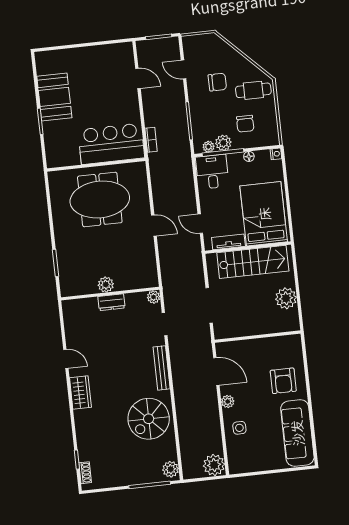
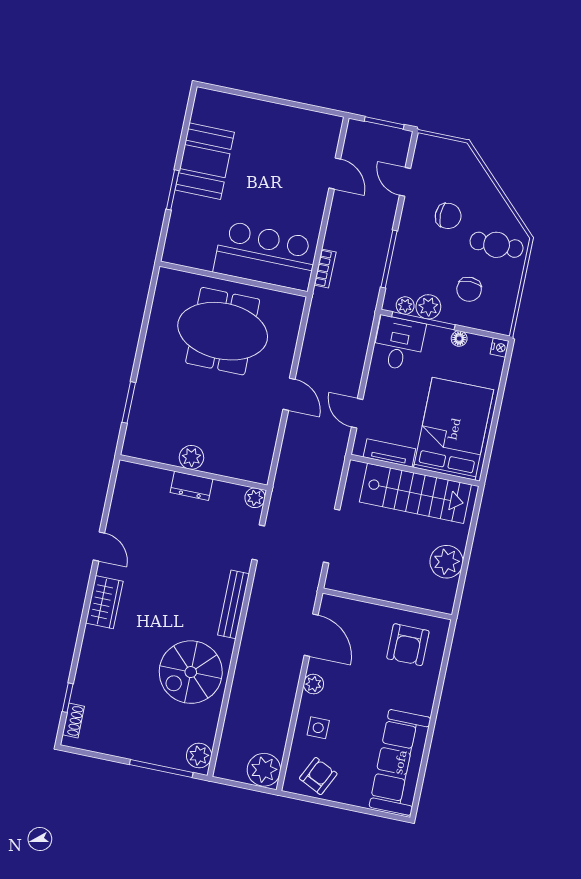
armchair: (283, 381) -> (408, 645), moved
armchair: (249, 458) -> (318, 776), added

